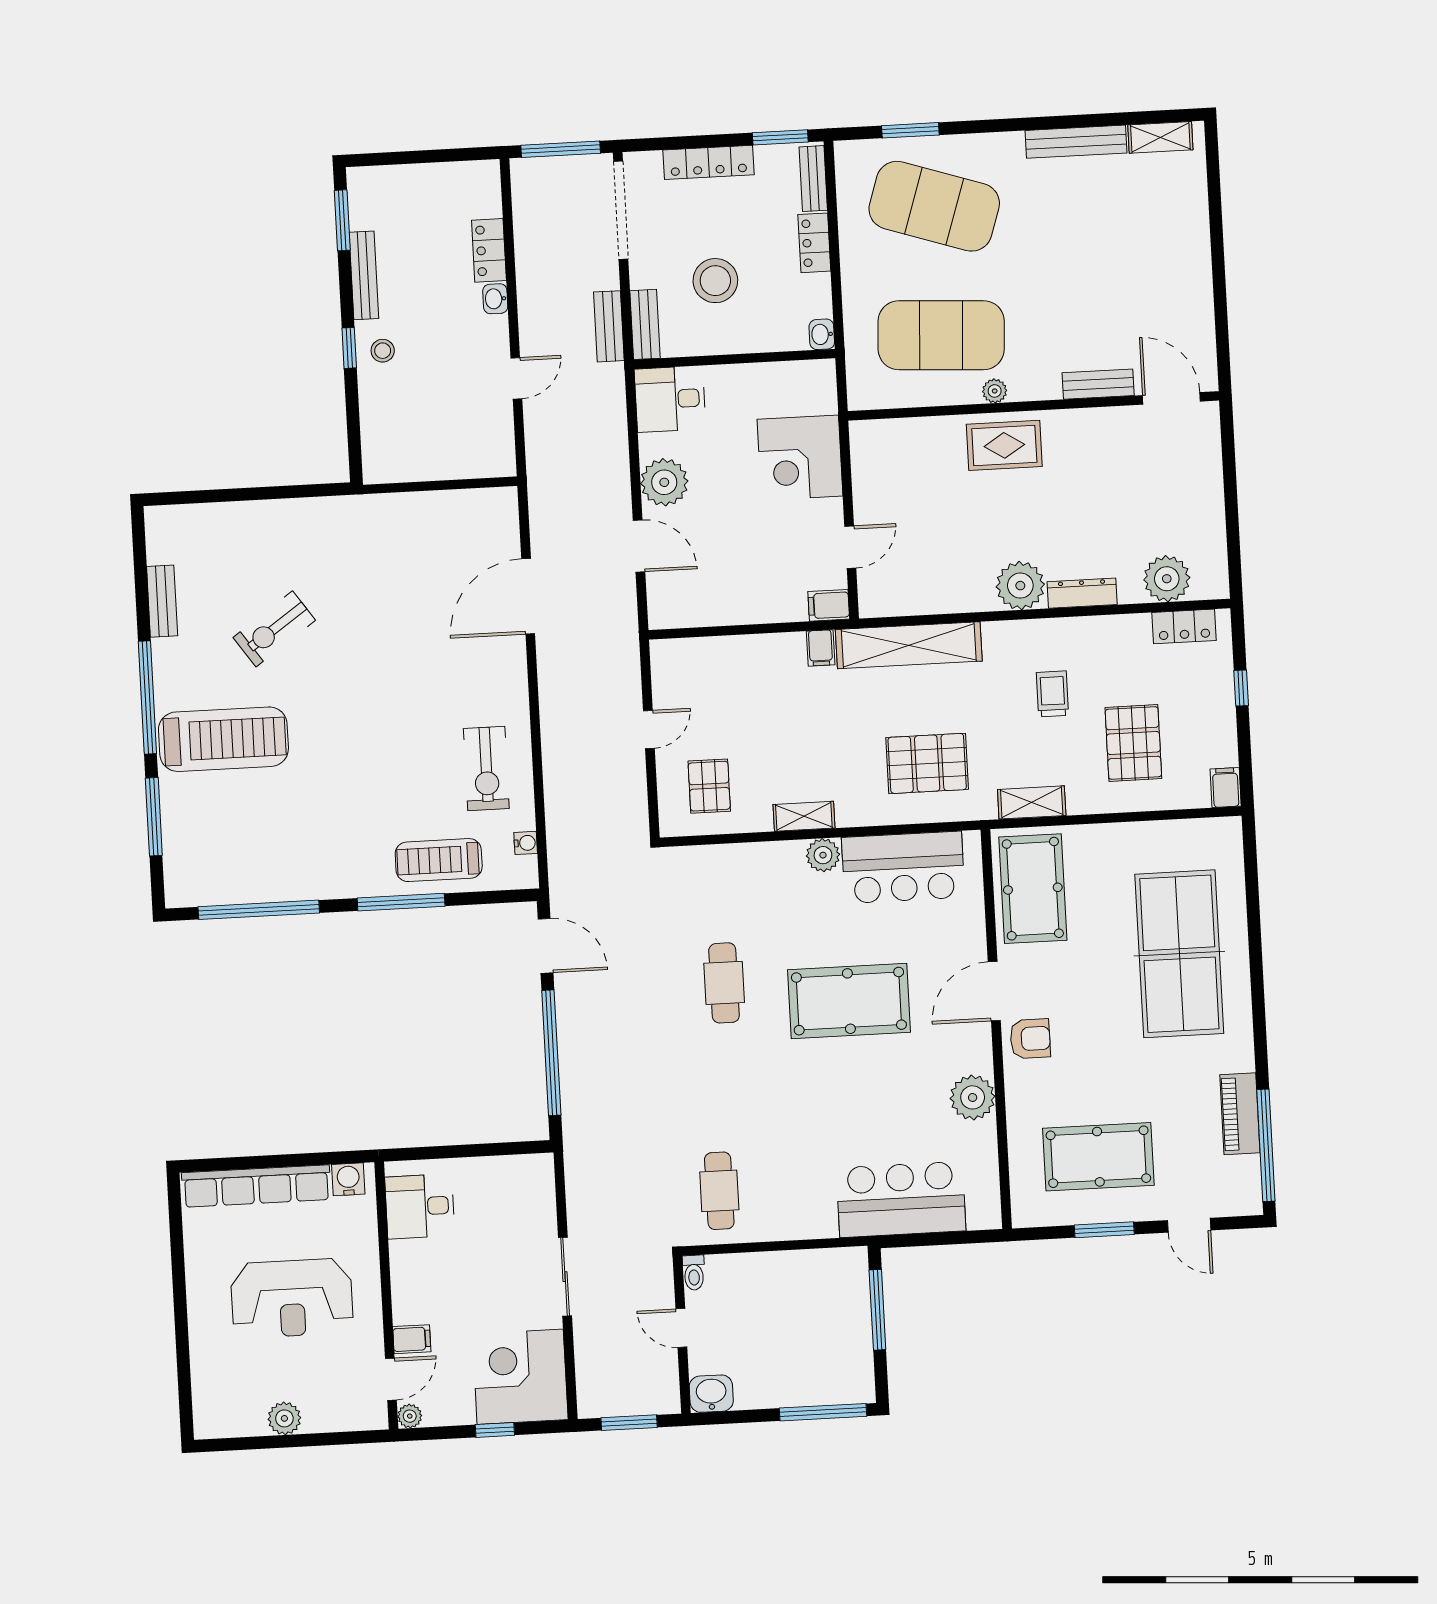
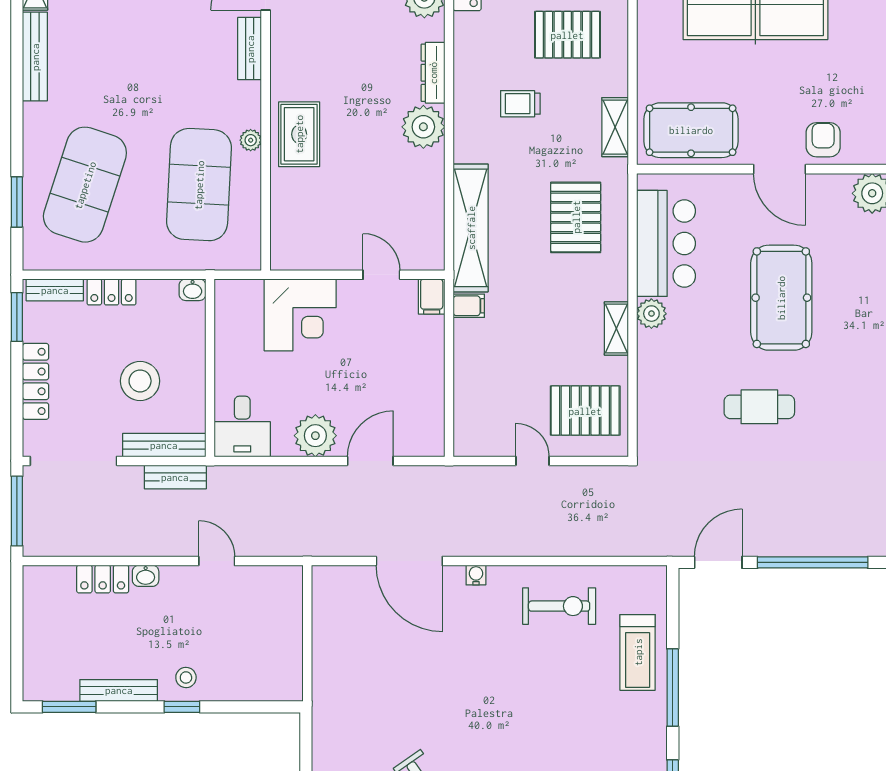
bench: (645, 324) -> (164, 445), width x1.36
pallet: (709, 786) -> (585, 411), width x1.50, depth x1.42
water cooler: (526, 843) -> (476, 575), moved

